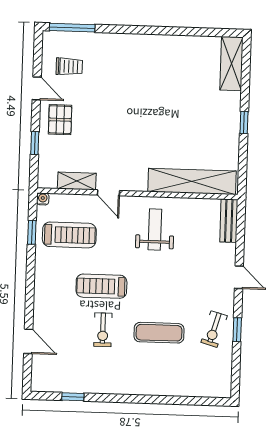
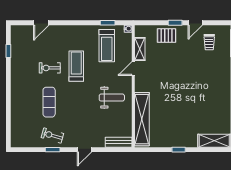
pallet: (60, 120) -> (167, 36), moved
window: (35, 143) -> (175, 23), moved

